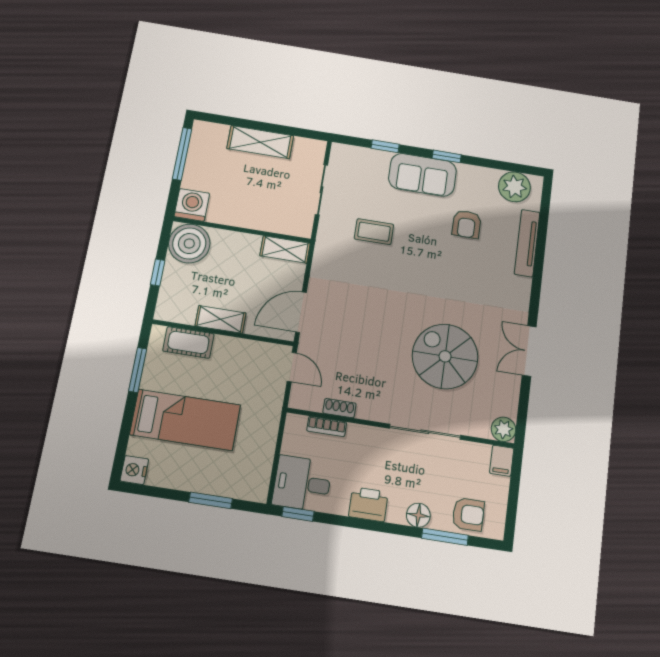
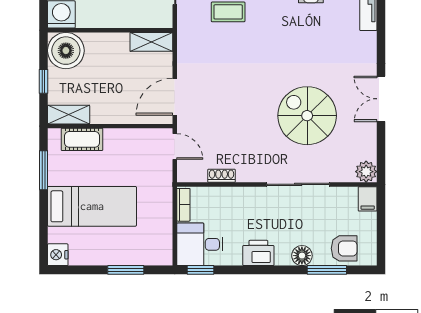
shelving: (221, 319) -> (69, 115), moved
bookcase: (327, 426) -> (183, 205), moved, turned -90

